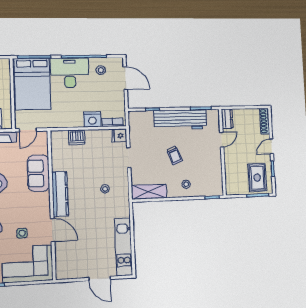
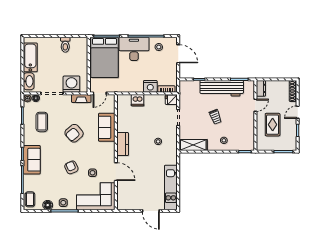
rug: (257, 178) -> (273, 125), moved
kitchen counter: (60, 194) -> (123, 144), width x0.67

